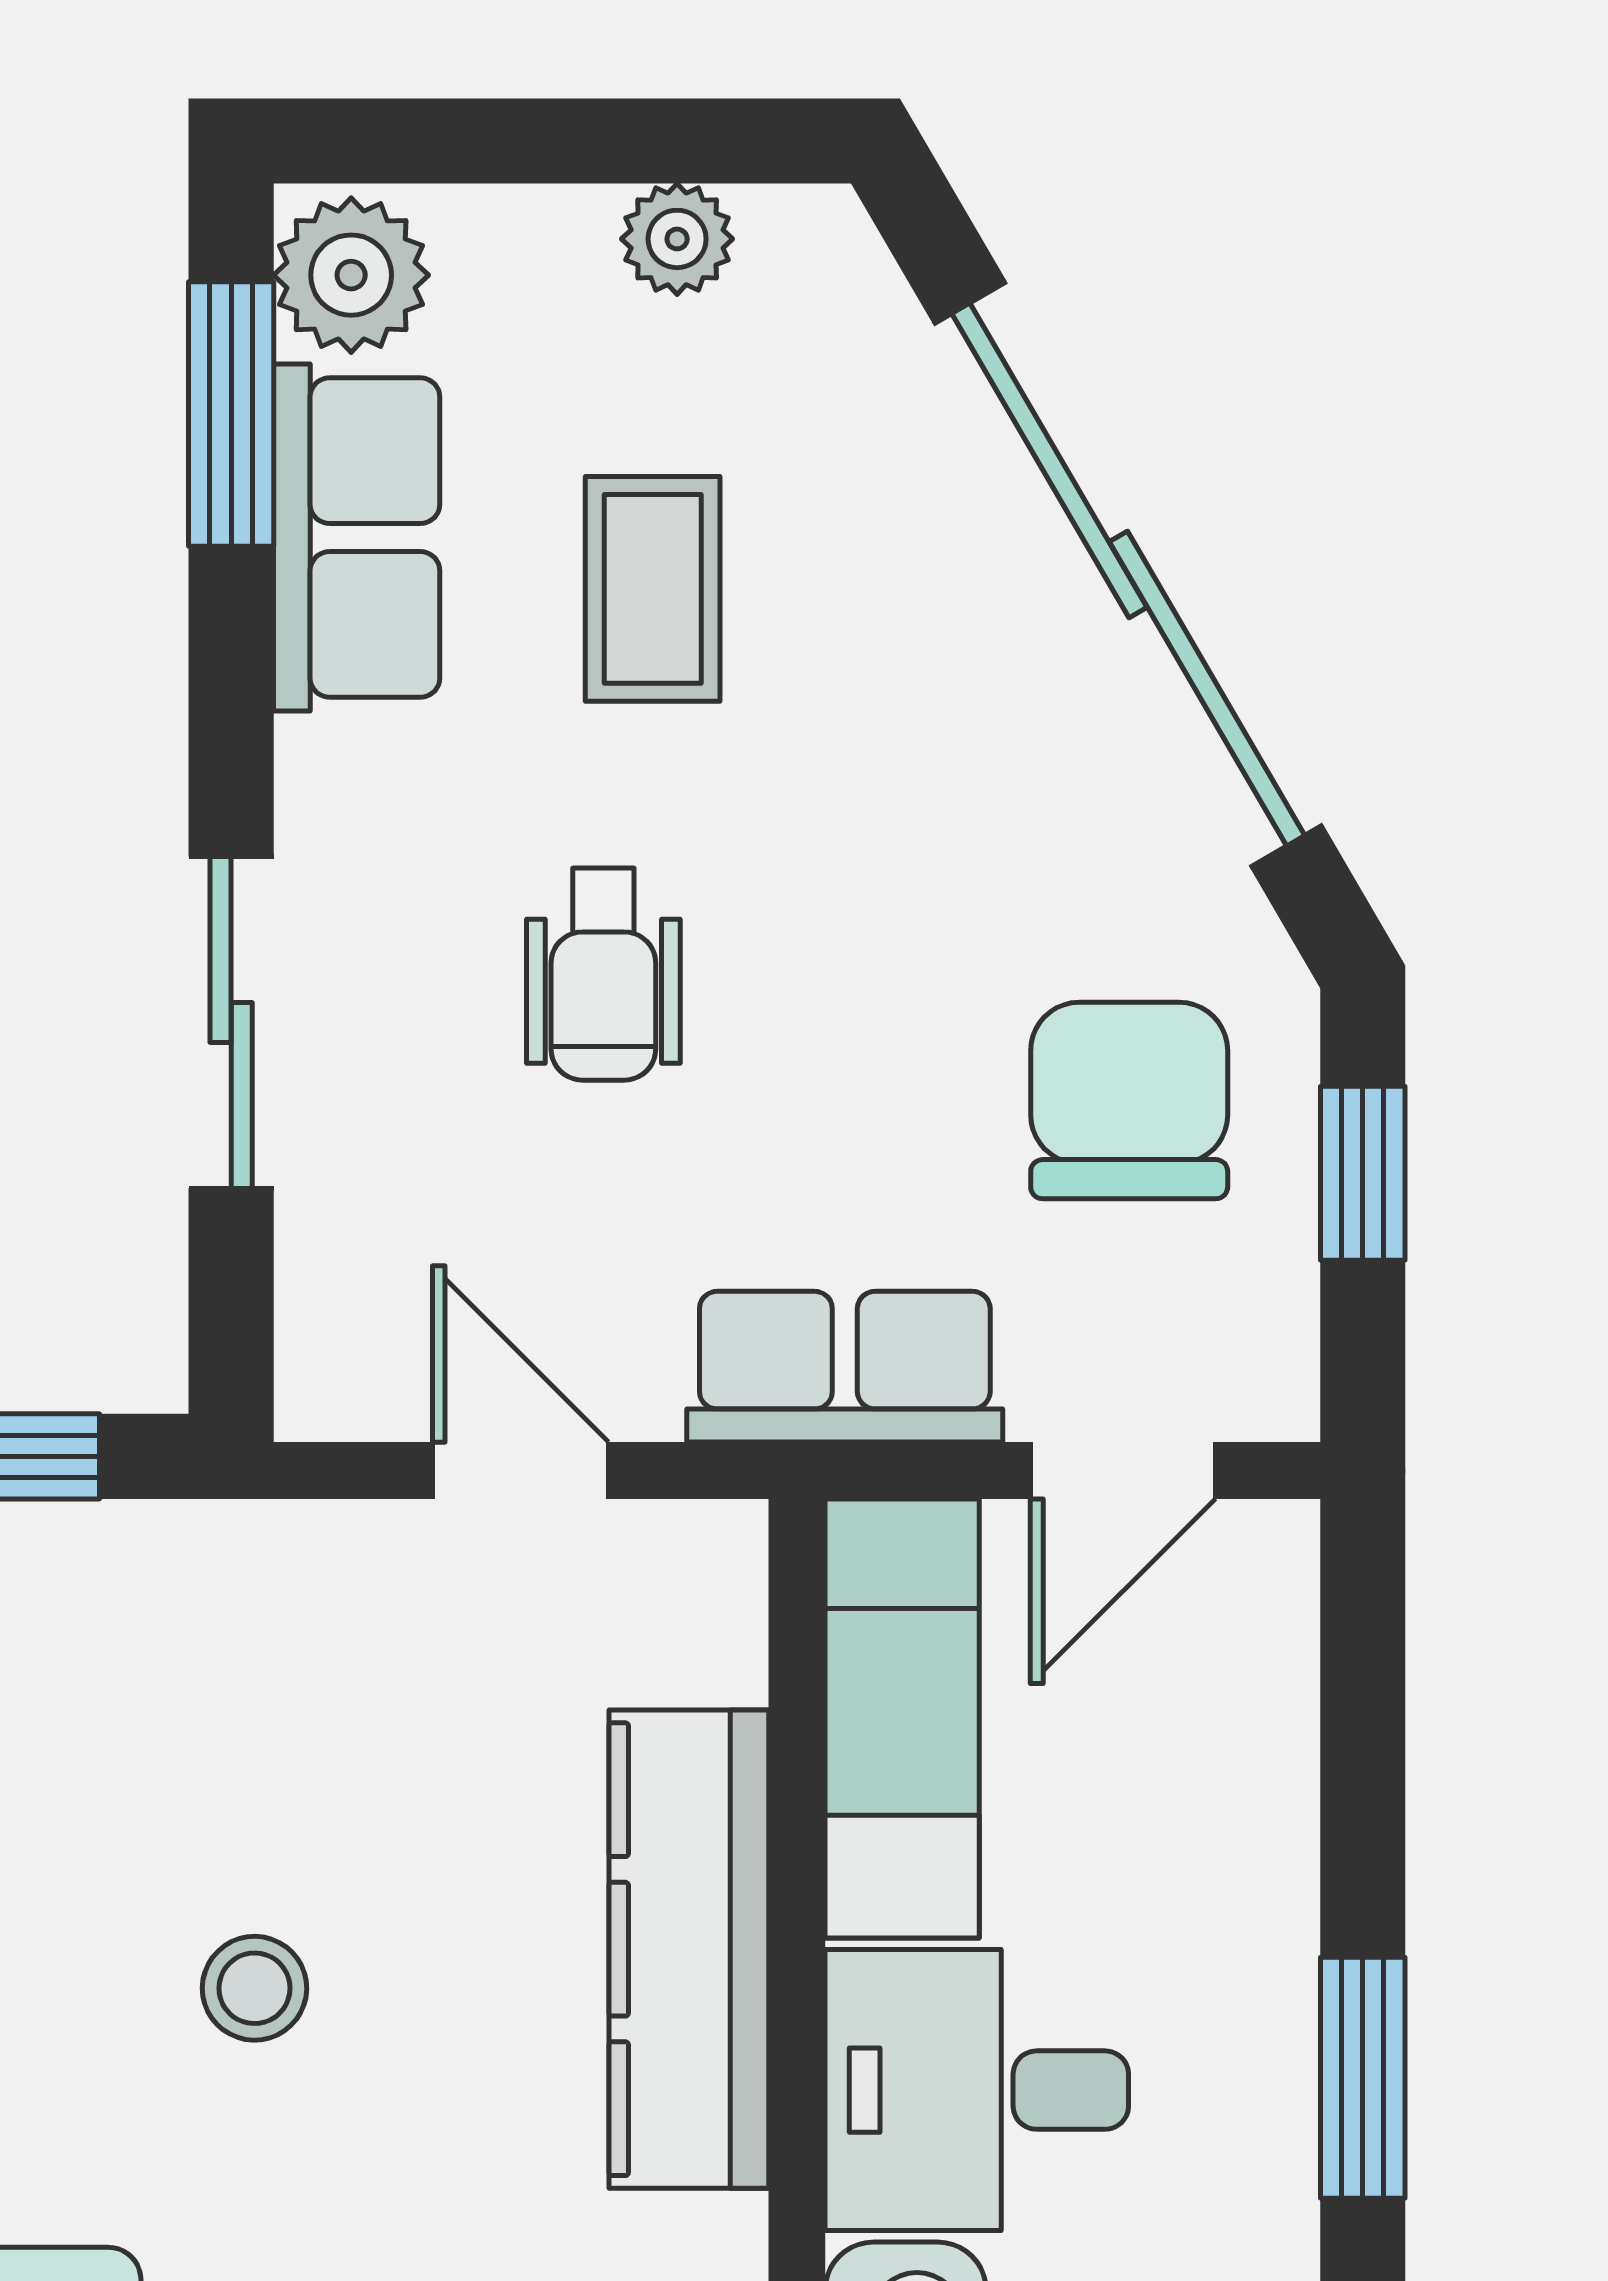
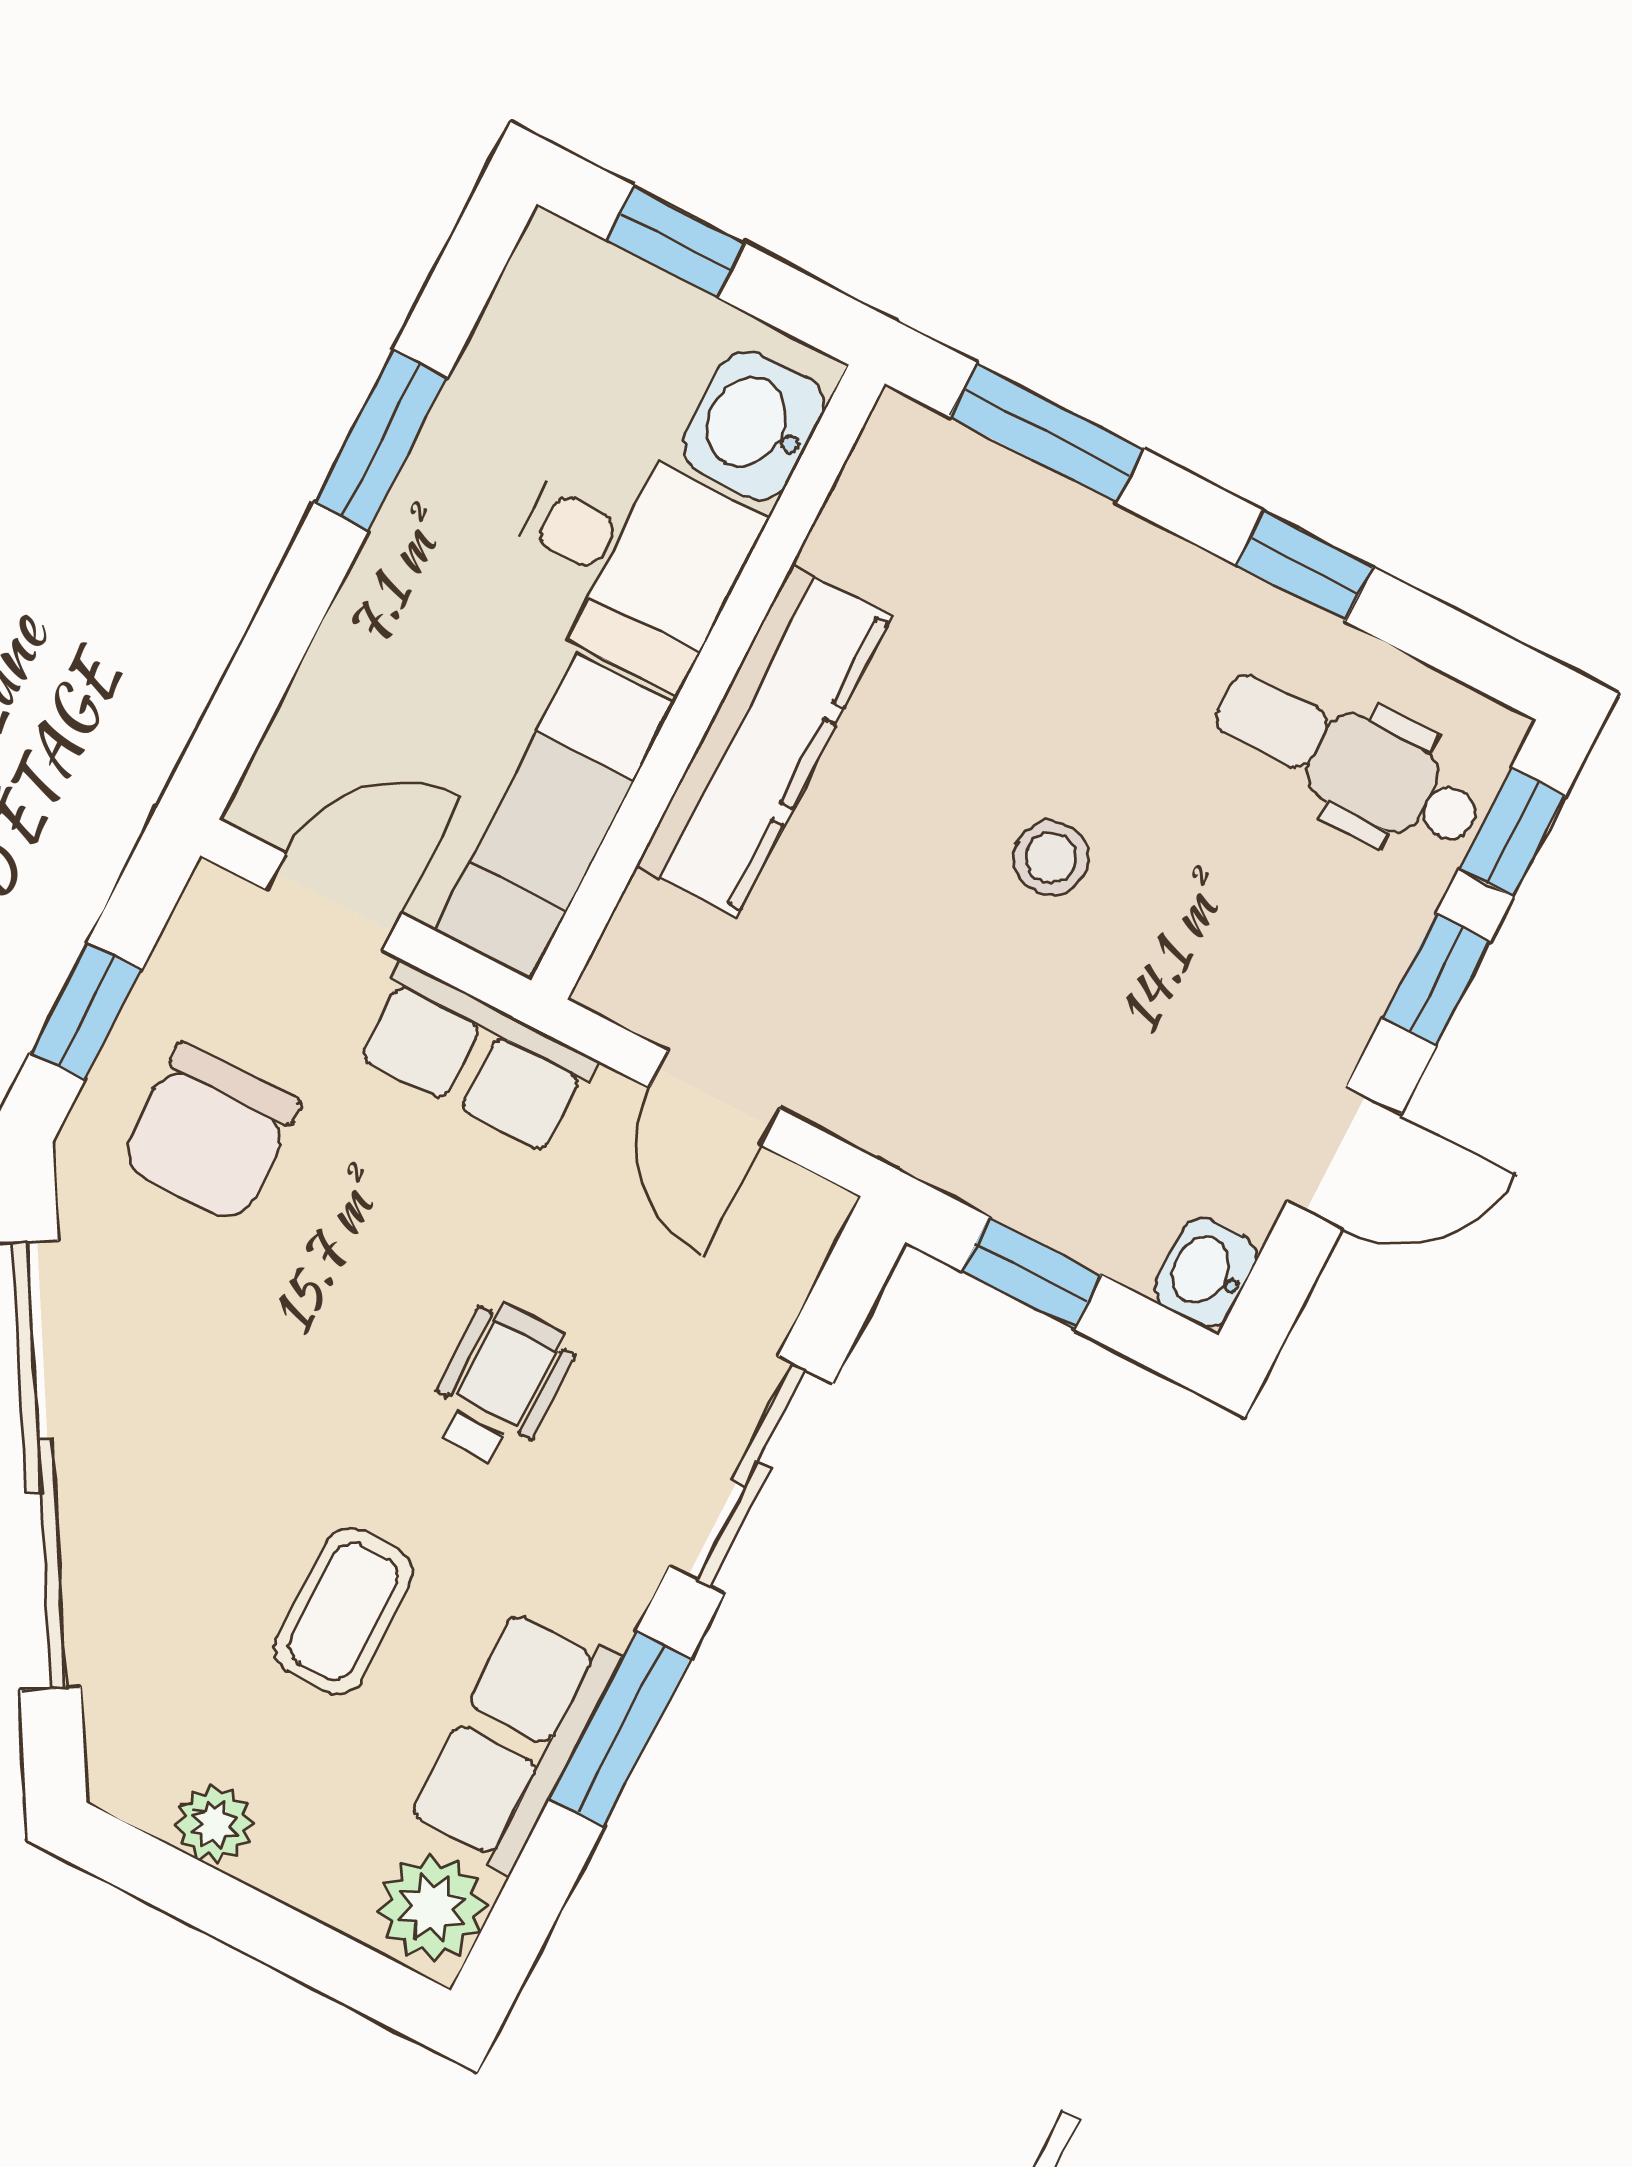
window: (231, 414) -> (620, 1729), moved

